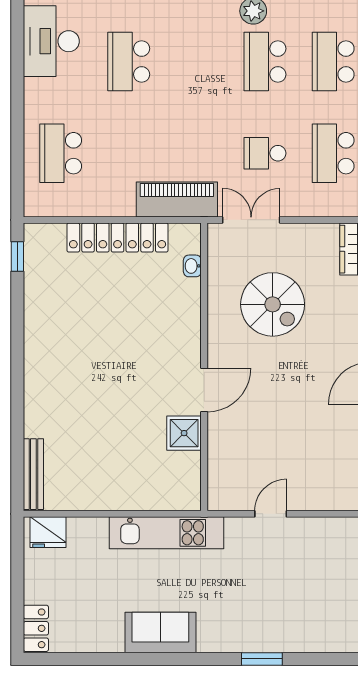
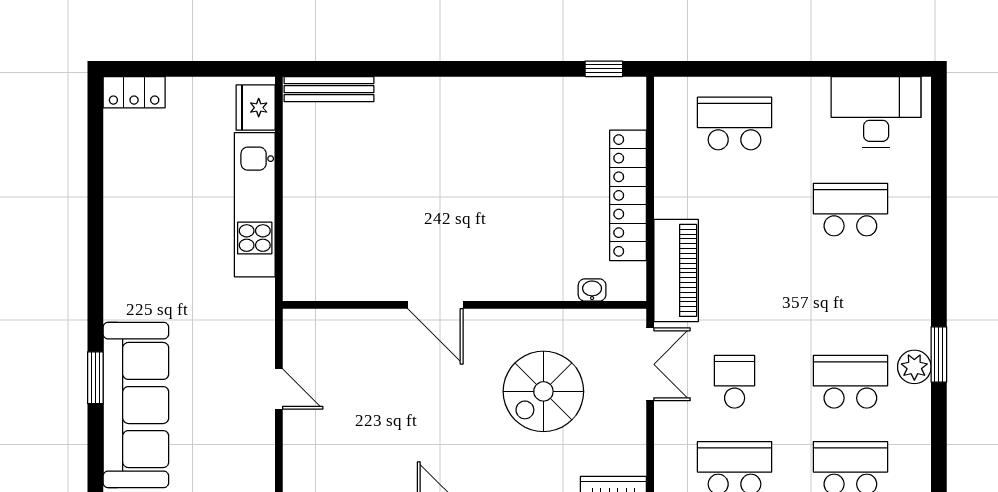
shower: (184, 433) -> (381, 279), removed
kitchen unit: (166, 533) -> (255, 205), moved
sofa: (160, 632) -> (136, 405), moved, width x1.85, depth x1.27

